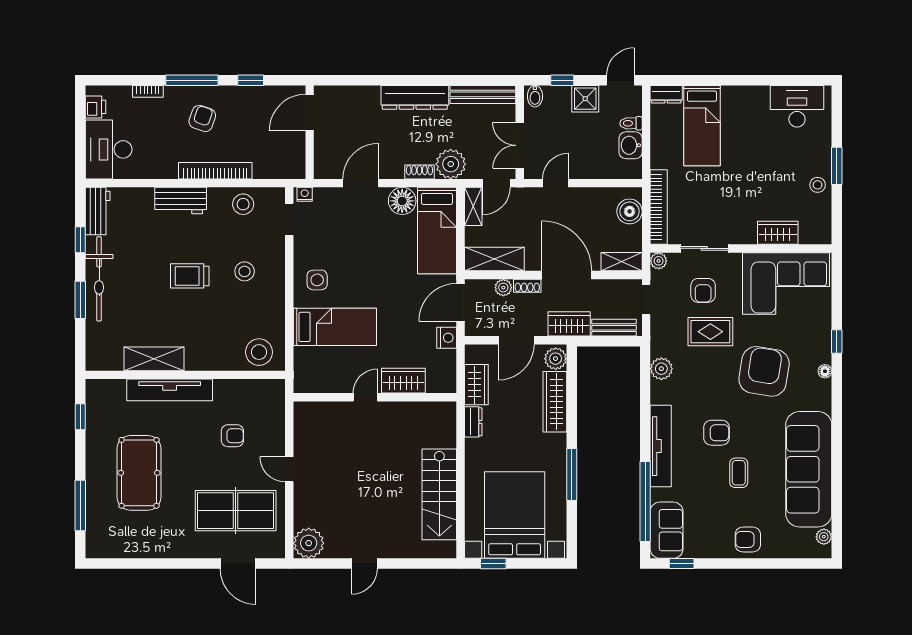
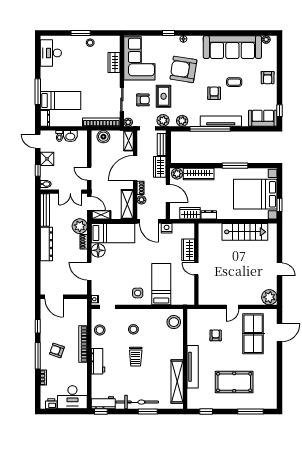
window: (720, 80) -> (38, 92), added
window: (80, 240) -> (101, 411), moved
plant: (662, 331) -> (163, 120), added
shelving: (154, 359) -> (177, 382), width x1.47
window: (645, 501) -> (210, 129), moved

